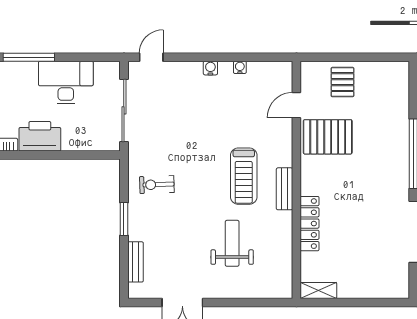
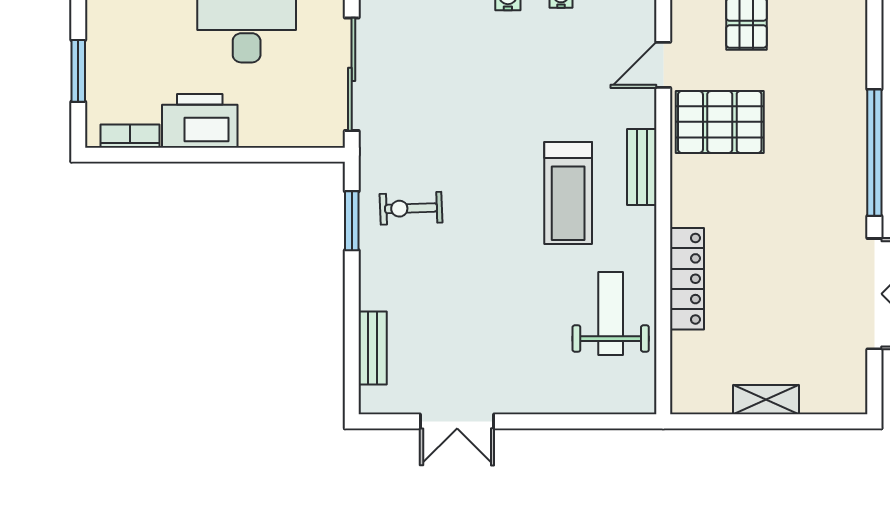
bench: (285, 189) -> (642, 167), moved
window: (124, 219) -> (352, 221), moved
weight bench: (232, 243) -> (611, 314), moved
shelving: (318, 290) -> (766, 400), moved

